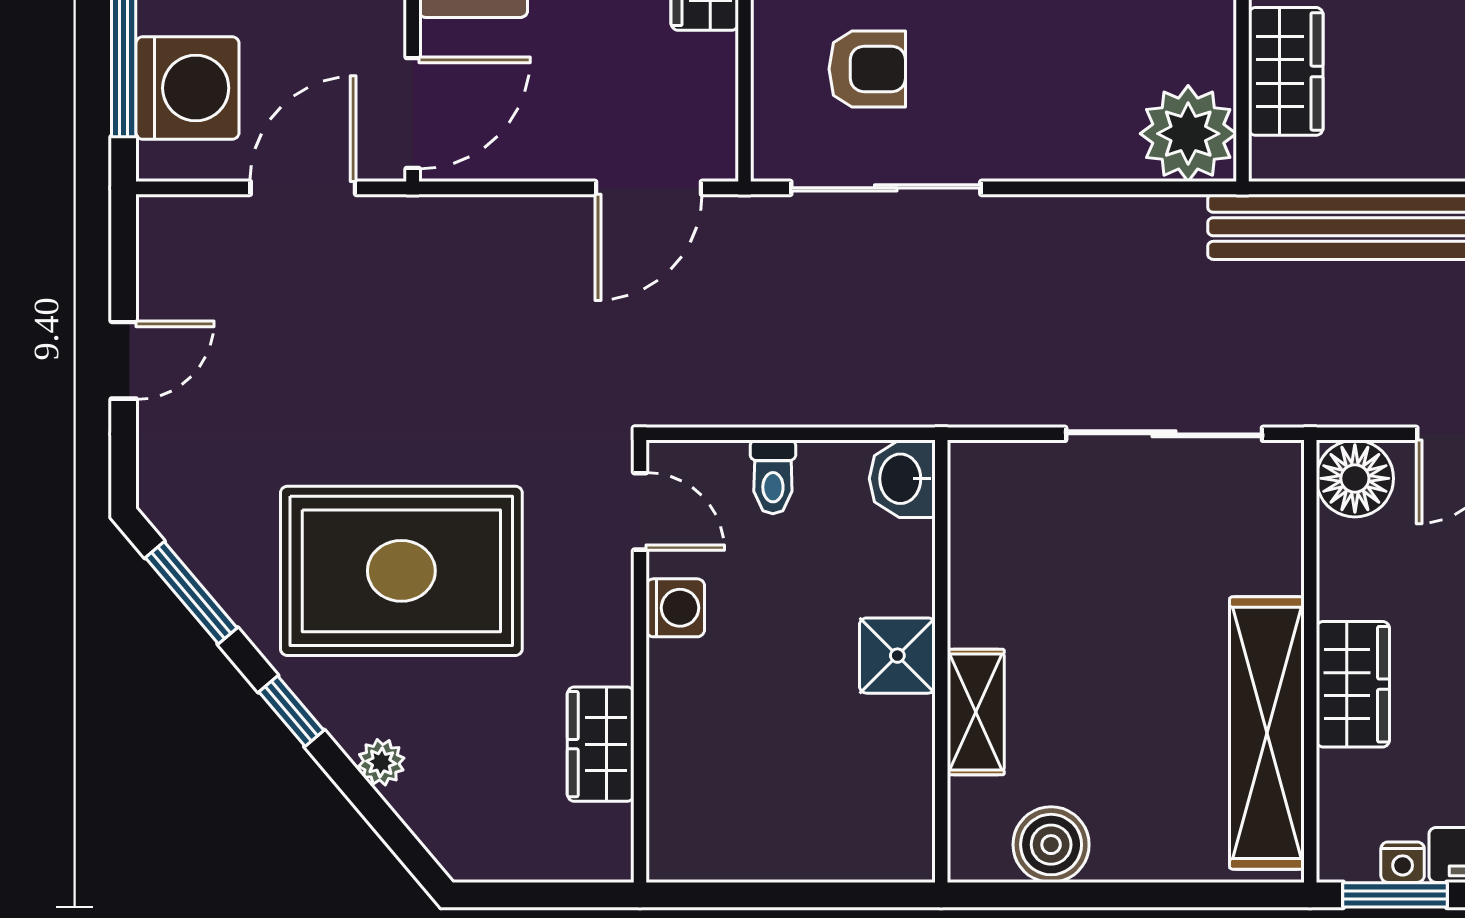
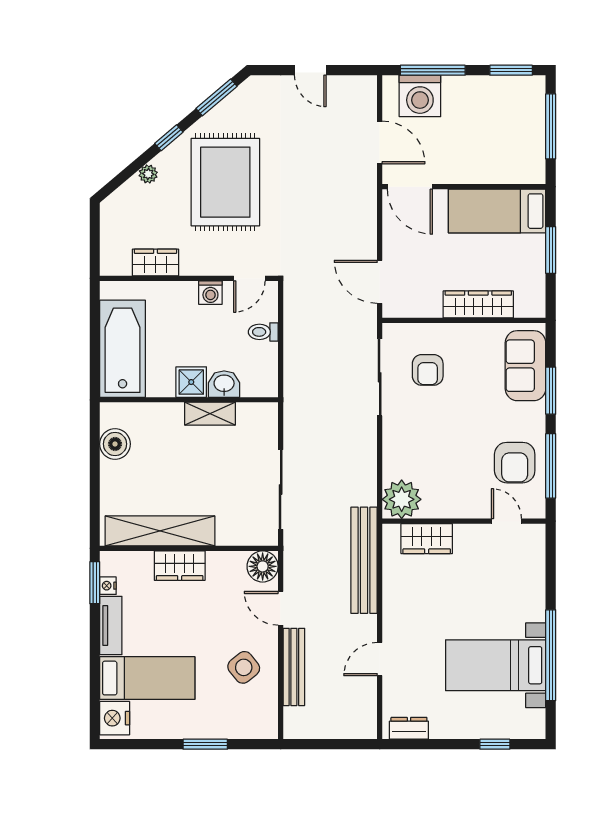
washbasin: (902, 479) -> (224, 384), moved
shelving: (976, 712) -> (210, 414), moved
bathtub: (815, 826) -> (123, 349), added

